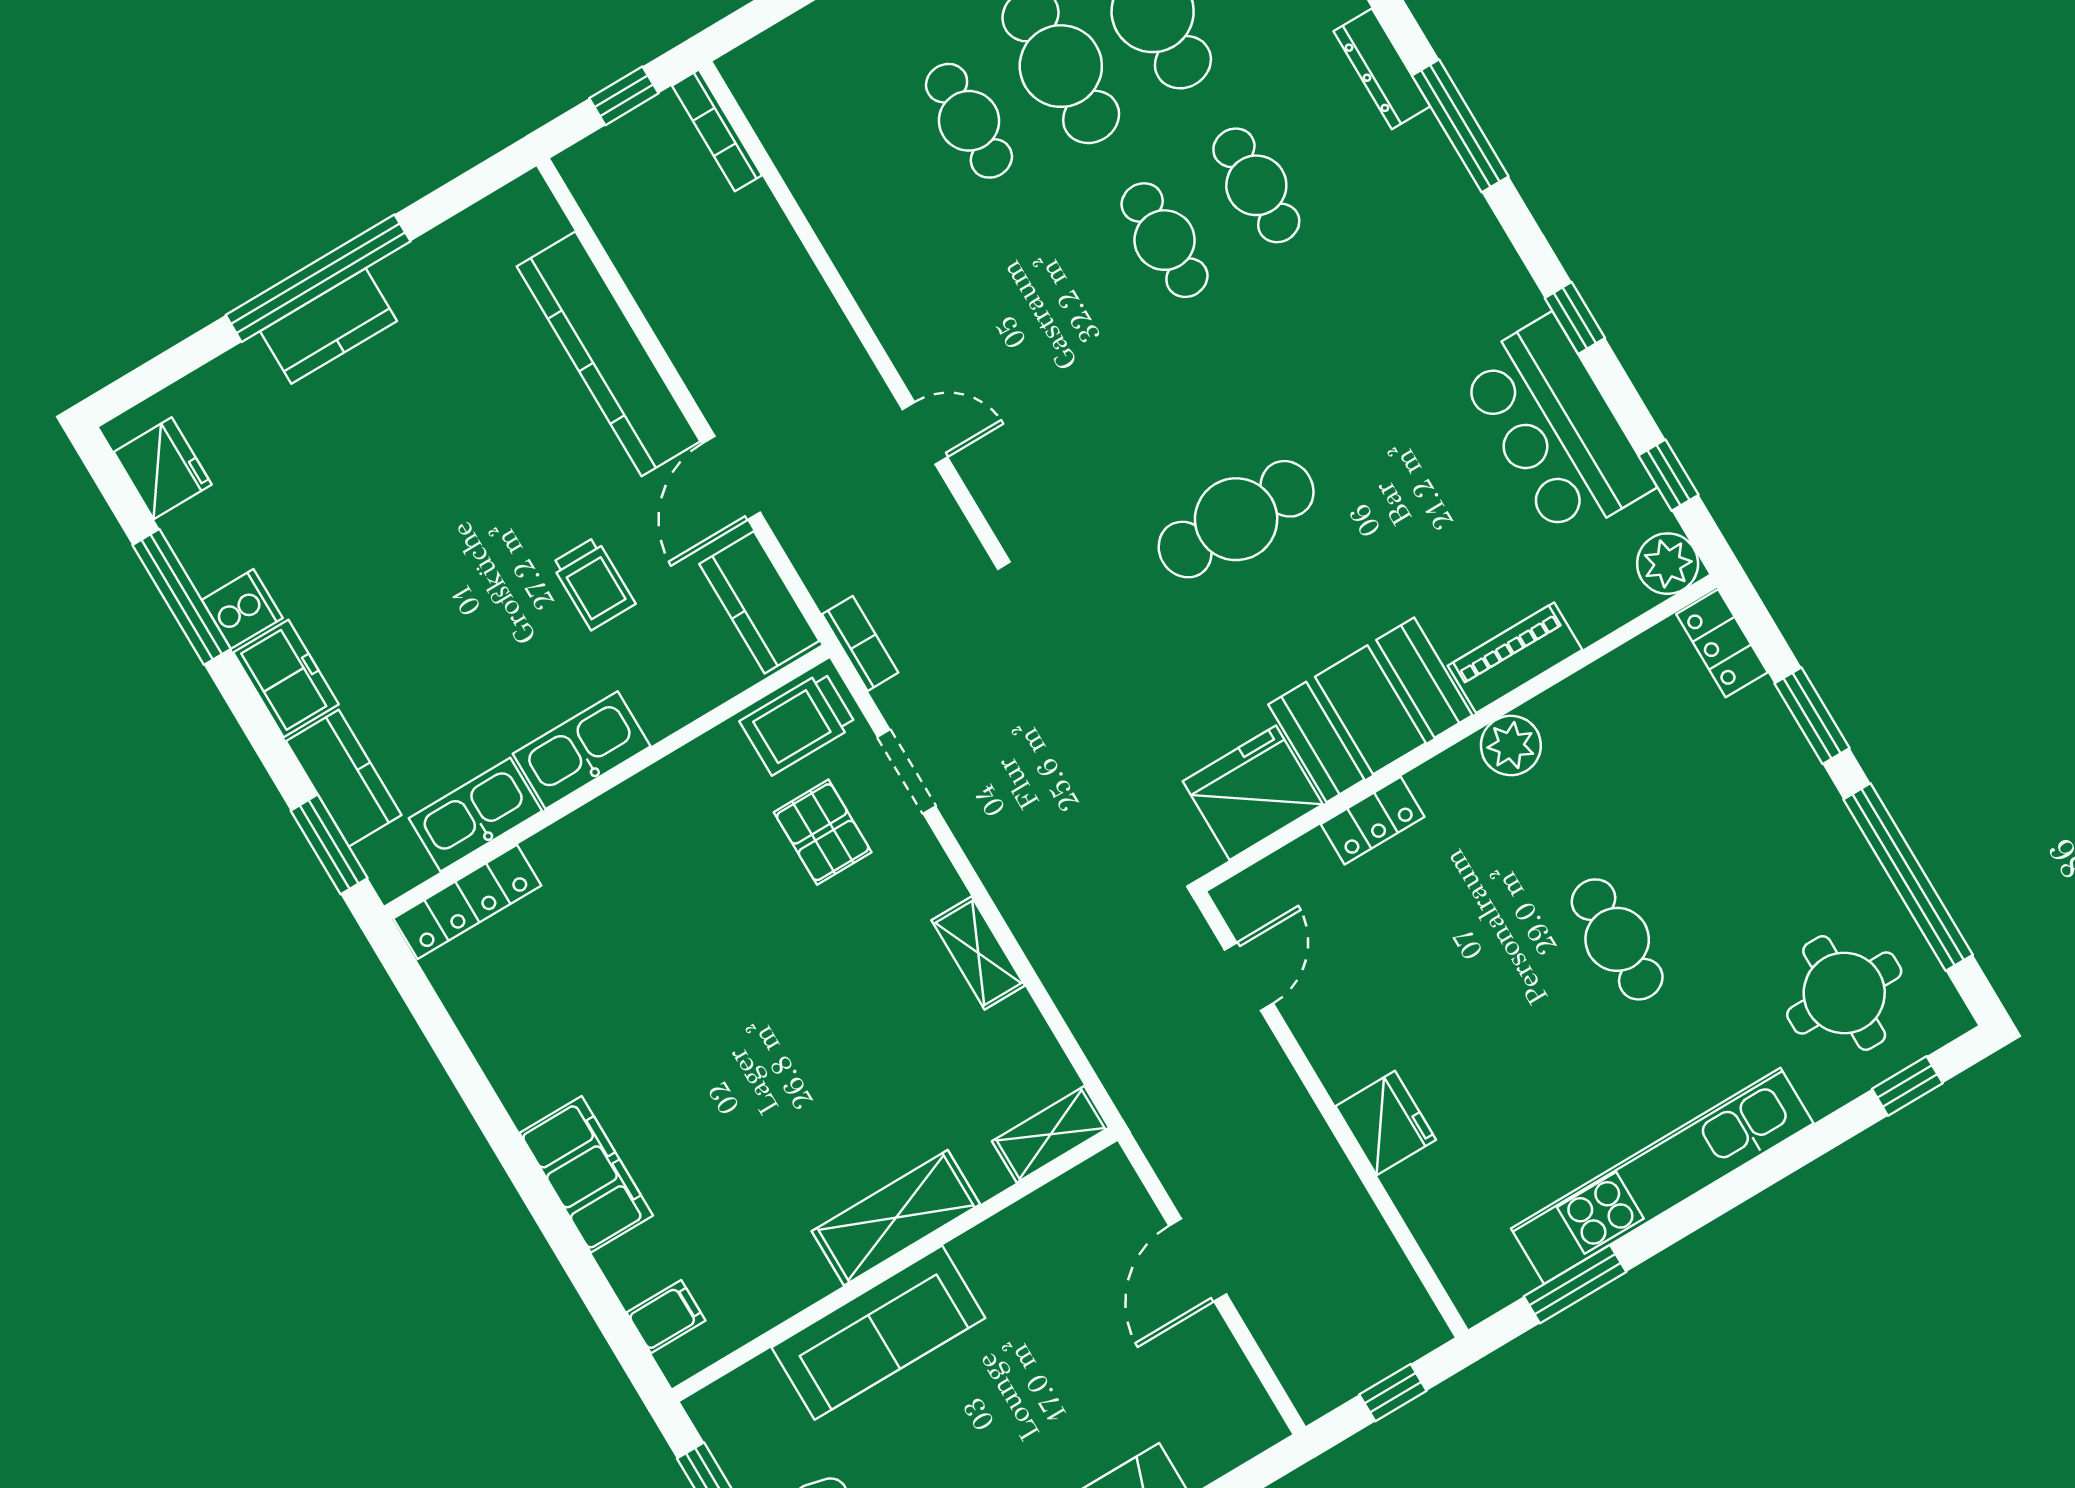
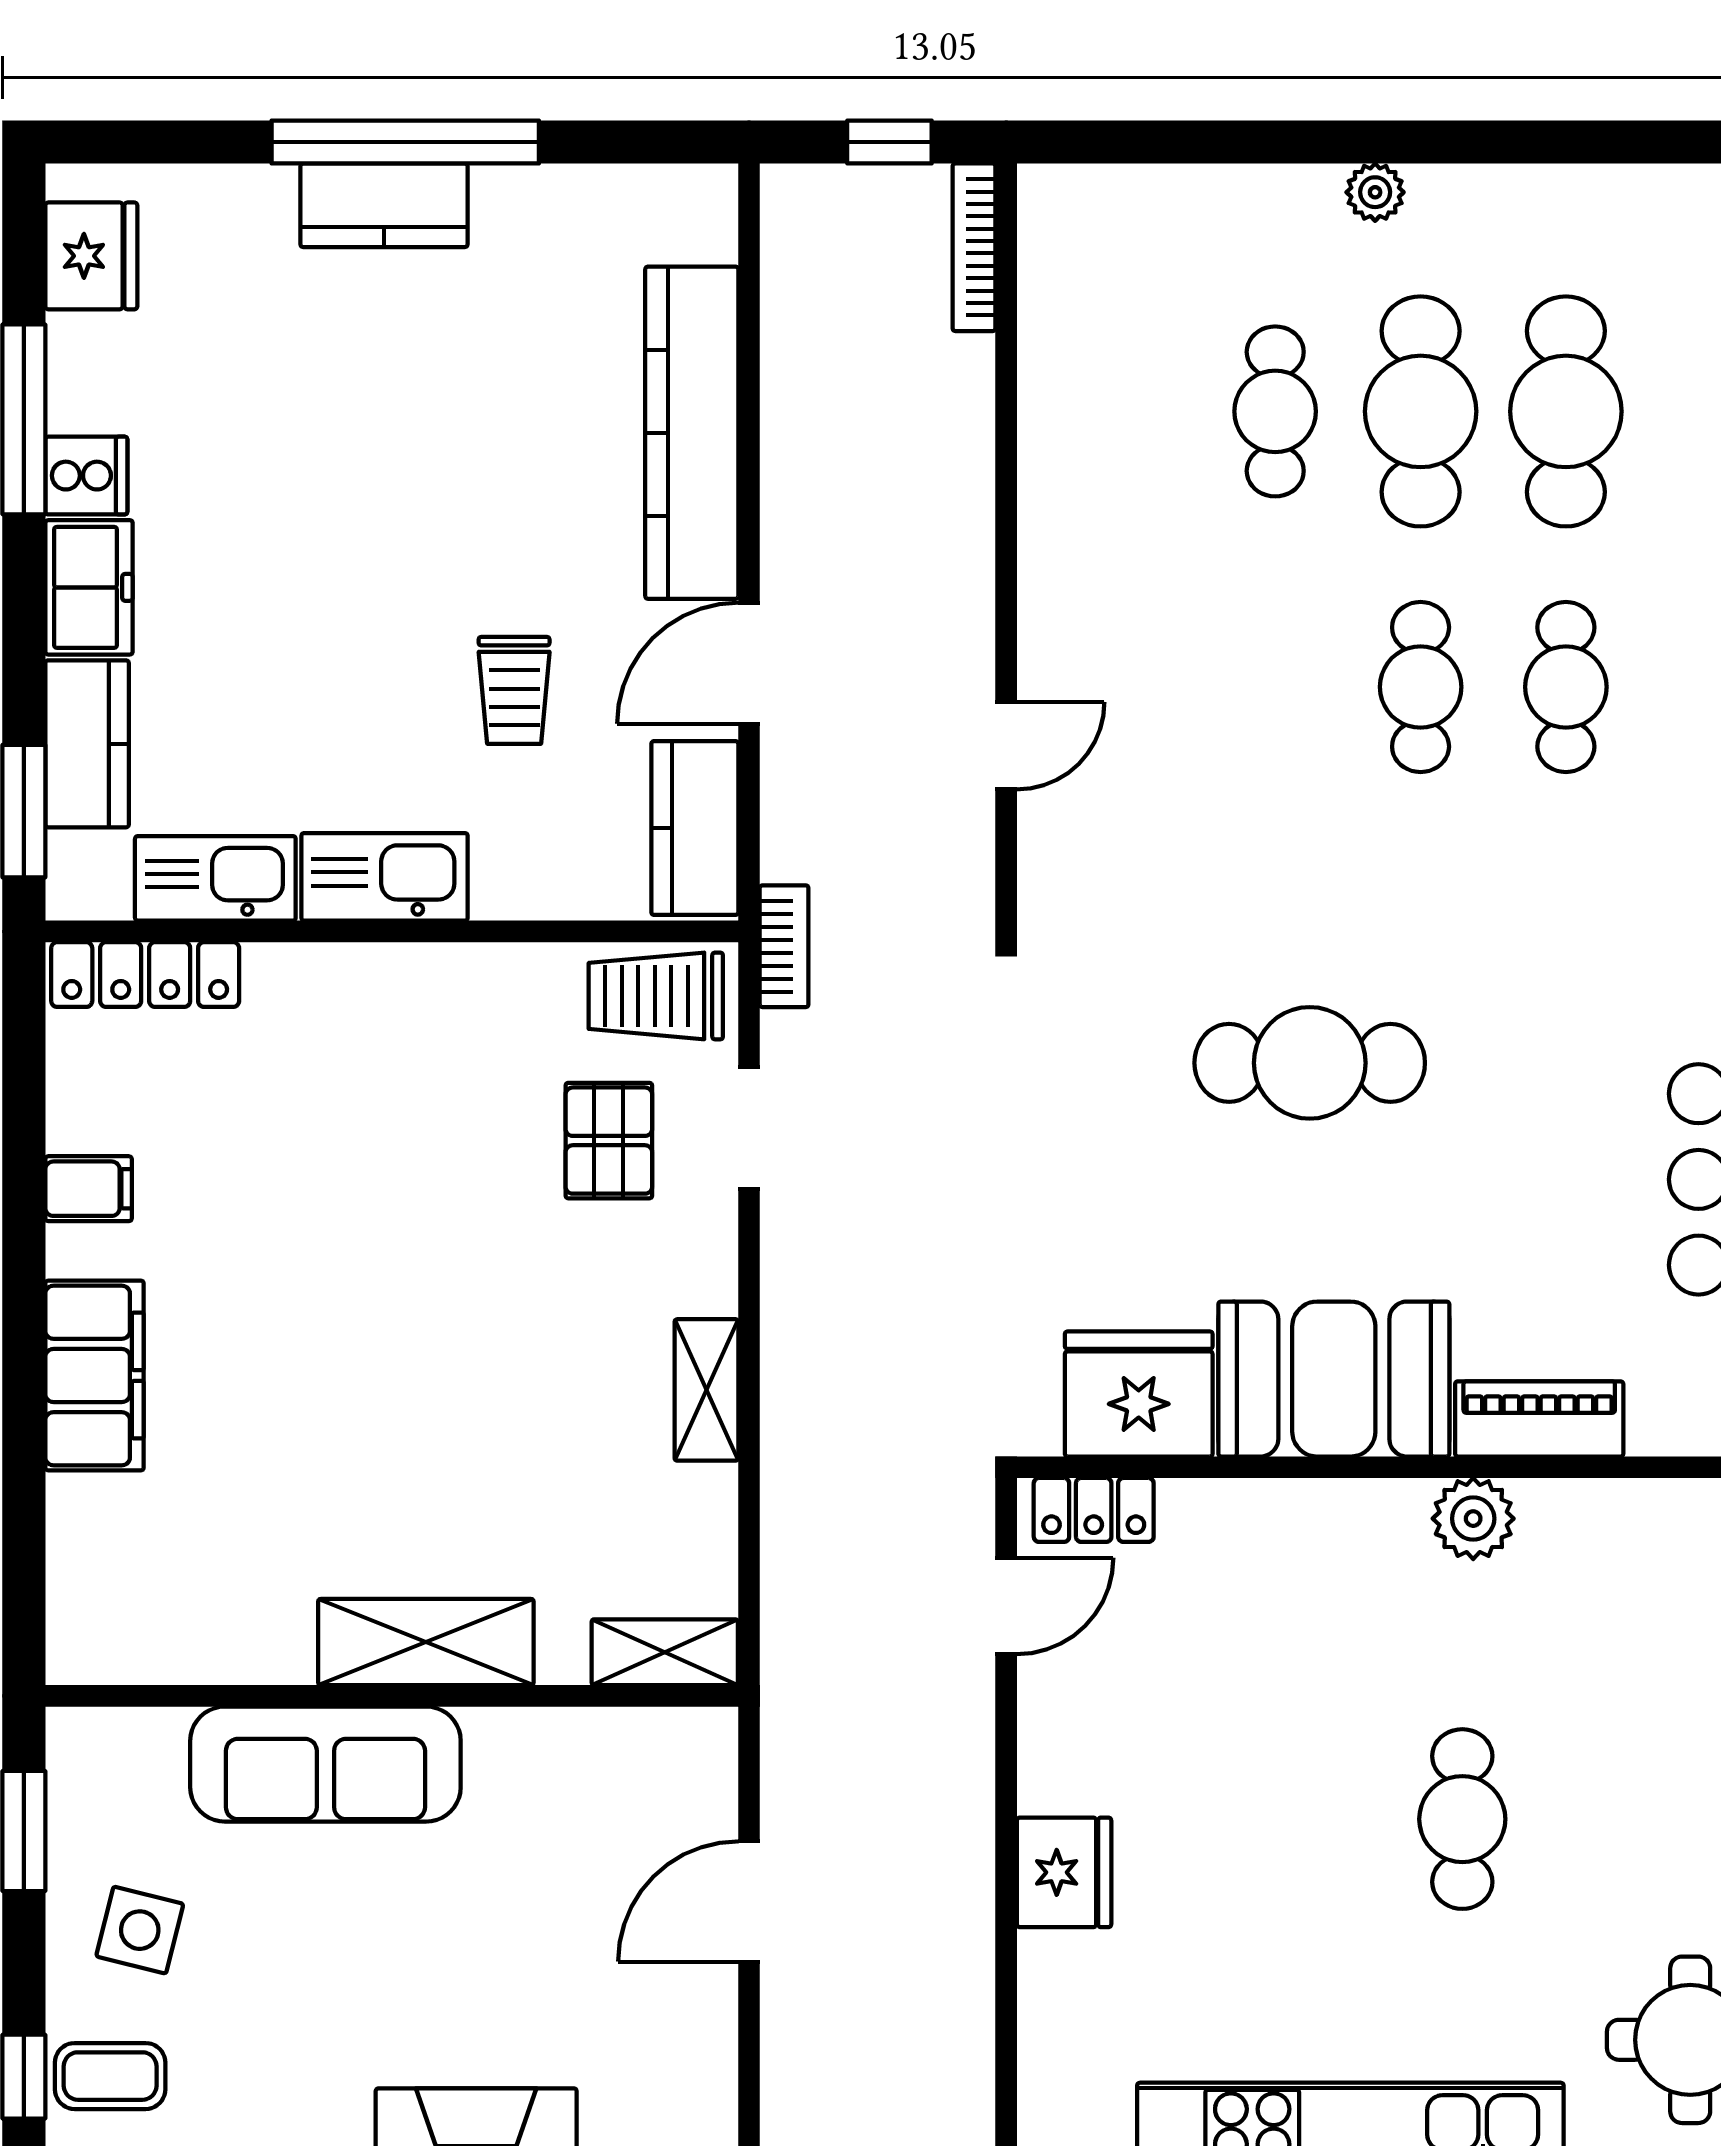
door: (925, 433) -> (1006, 746), hinge flipped
locker: (1373, 821) -> (1094, 1510), moved
filing cabinet: (666, 1317) -> (89, 1189), moved

